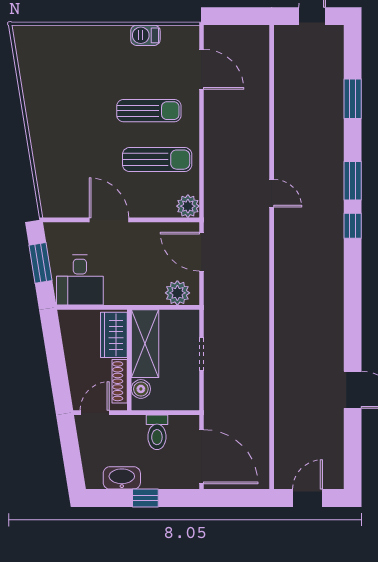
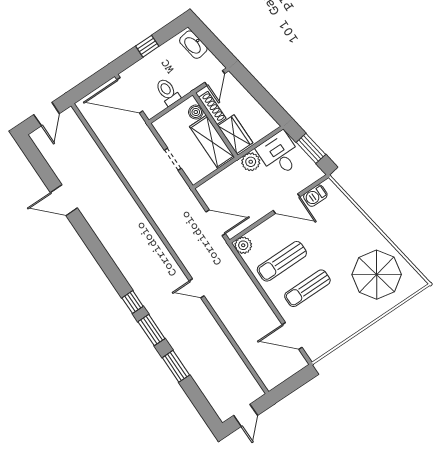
barbecue: (145, 35) -> (315, 196), moved, turned 180
parasol: (62, 74) -> (377, 275), added
window: (353, 99) -> (176, 366), moved
plant: (177, 293) -> (251, 162), moved
washbasin: (122, 478) -> (193, 45), moved, turned 81

